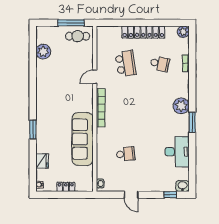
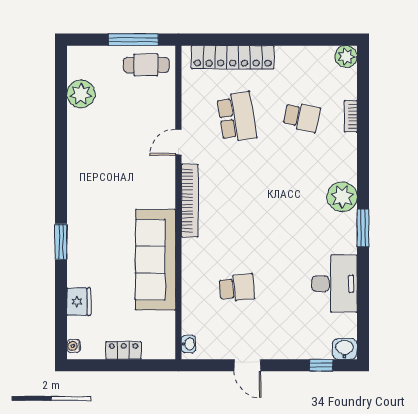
locker: (143, 32) -> (233, 57), moved

